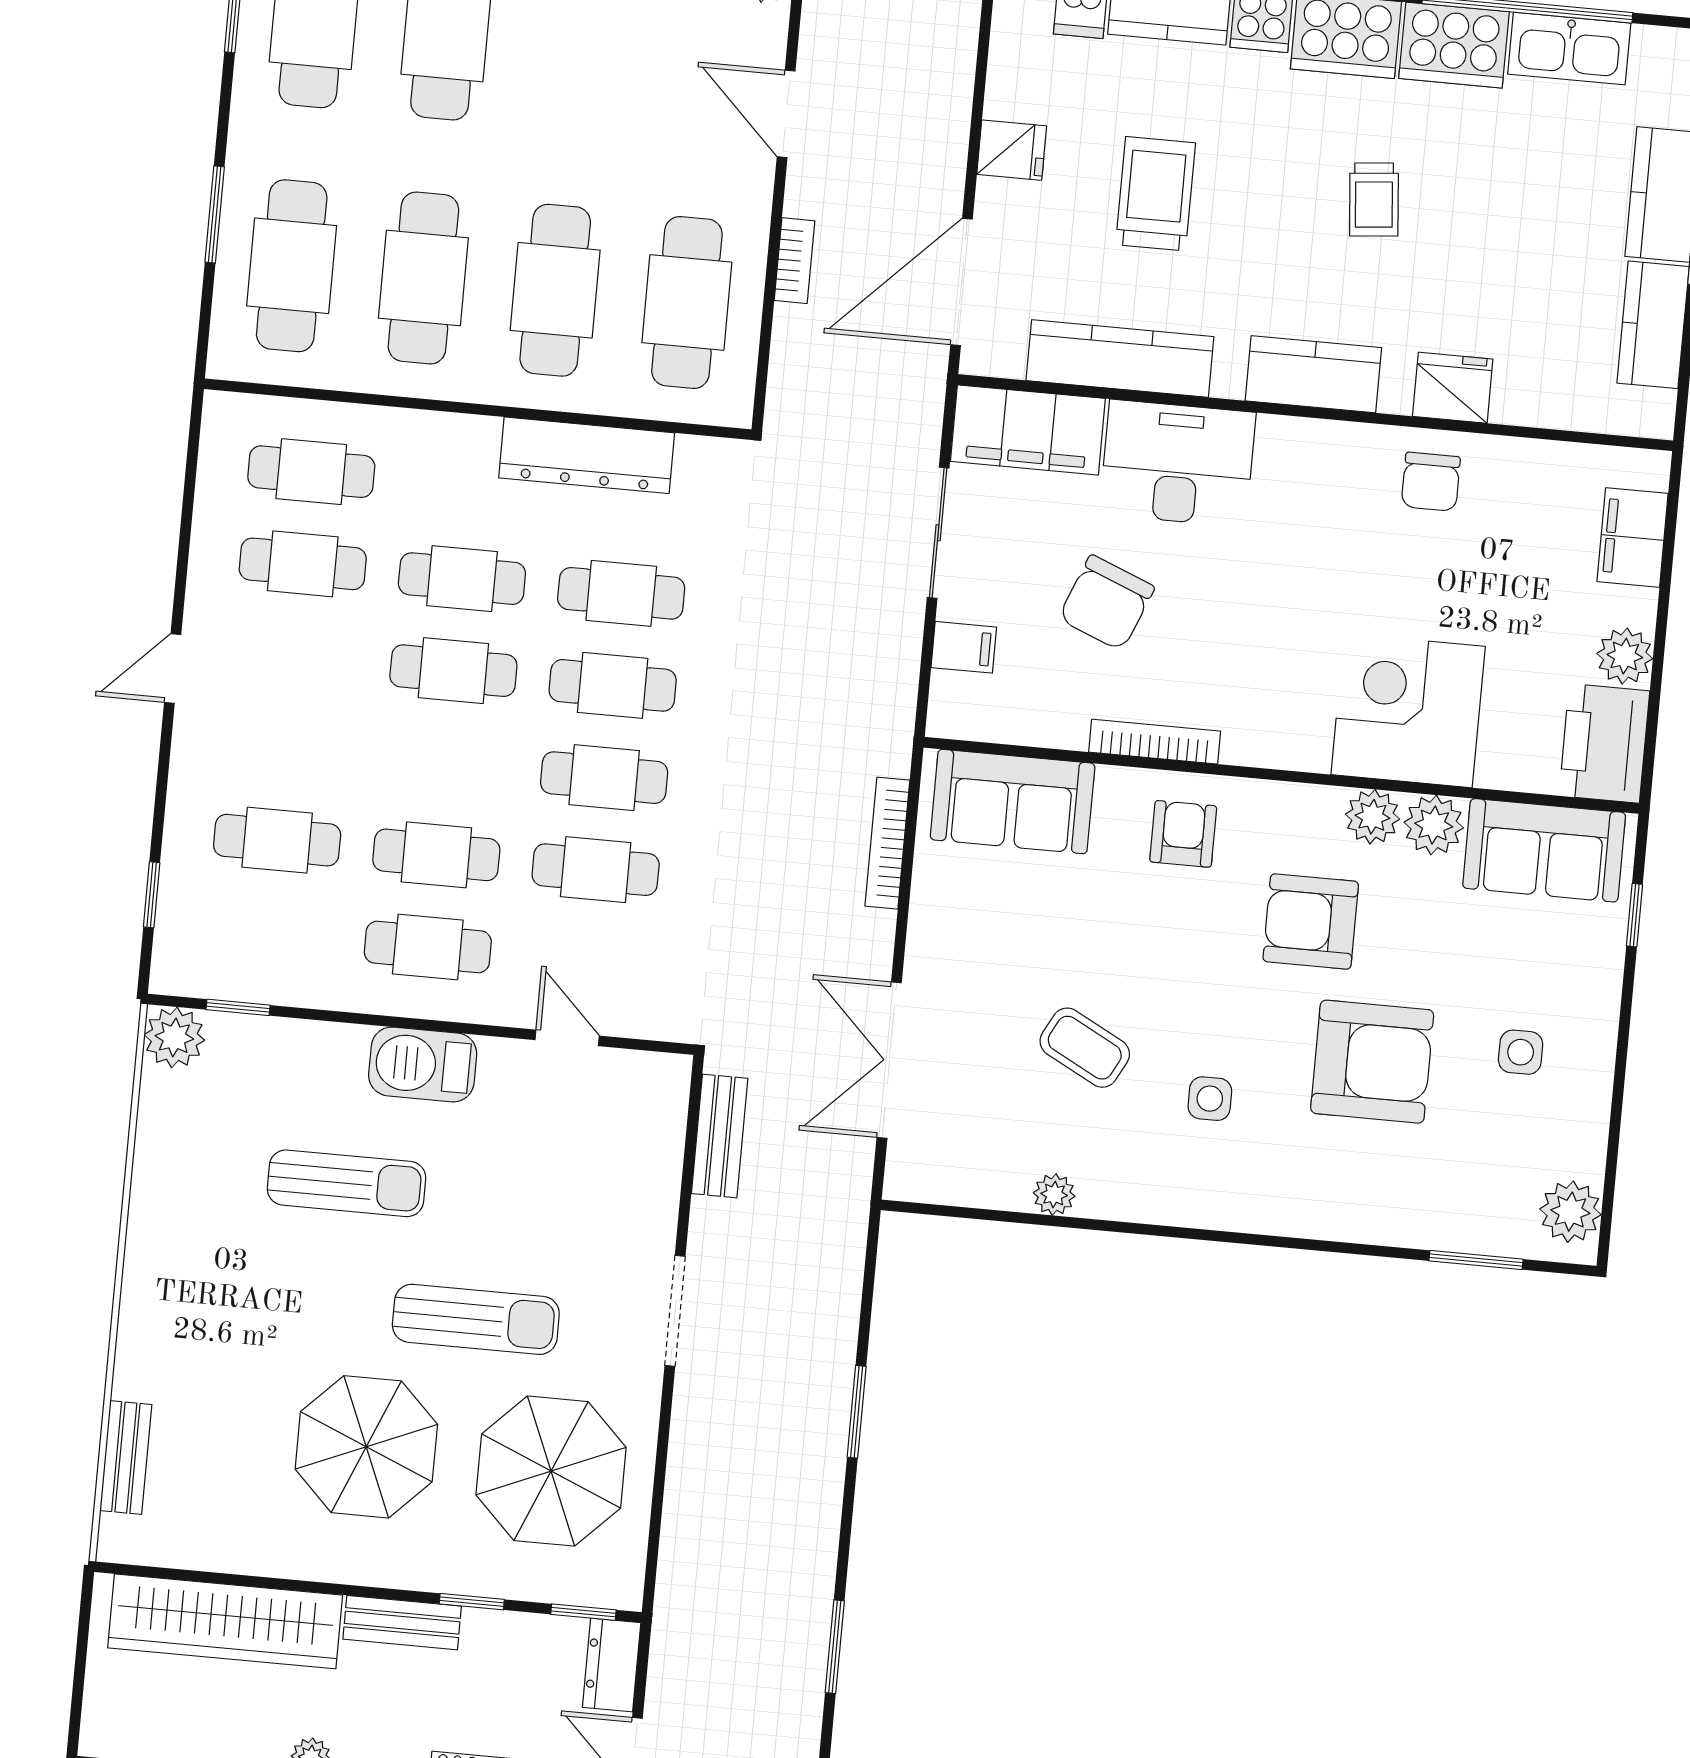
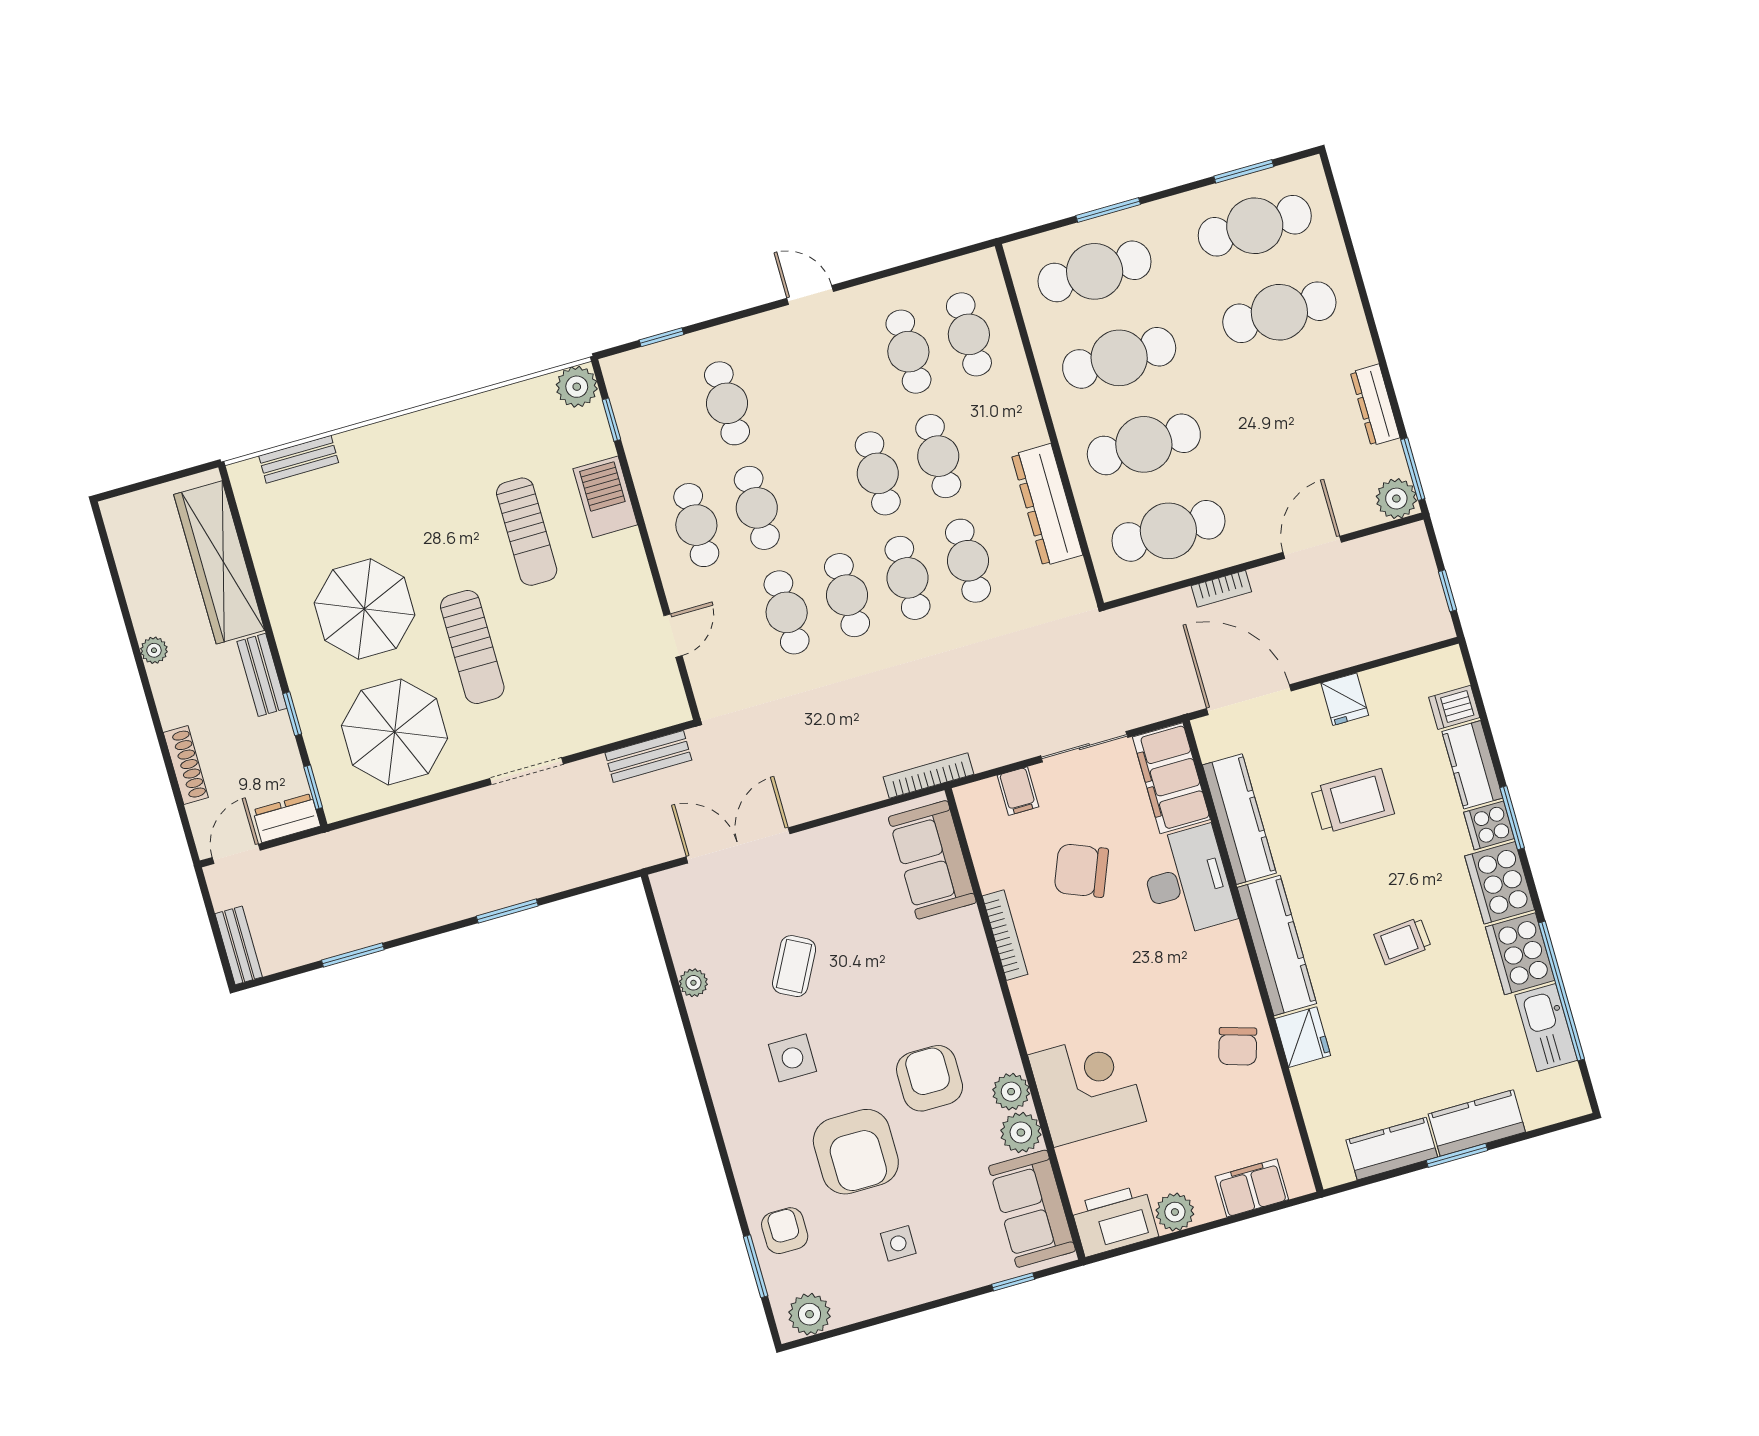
kitchen counter: (1313, 374) -> (1277, 945), width x1.50
chair: (1431, 482) -> (1238, 1046), turned -73
armchair: (1183, 834) -> (785, 1231), moved, turned -90
bookcase: (887, 843) -> (928, 776), moved
barbecue: (423, 1064) -> (605, 497), moved
side table: (1210, 1099) -> (792, 1058), width x1.37, depth x1.37

